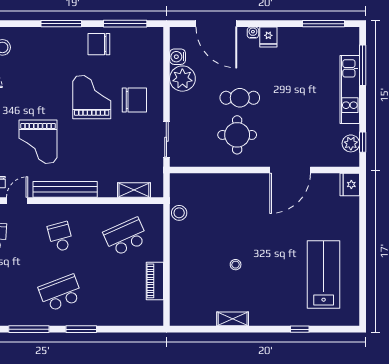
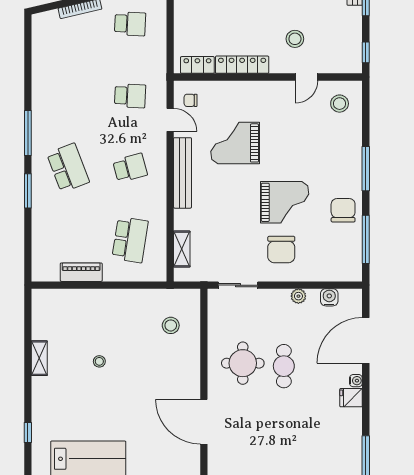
plant: (182, 79) -> (298, 296), width x0.53, depth x0.53
stool: (179, 213) -> (171, 325), moved
school desk: (126, 237) -> (130, 240), turned 33

